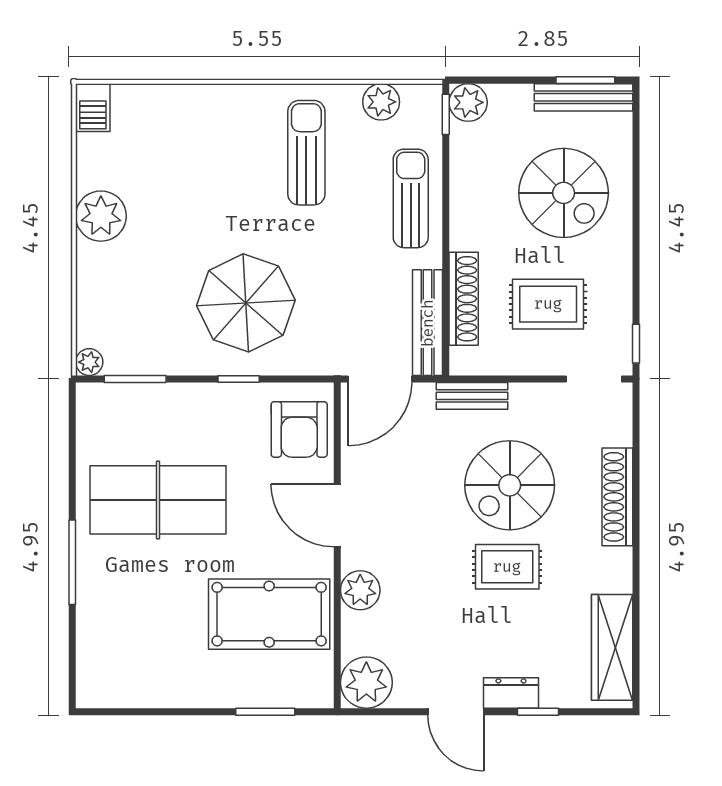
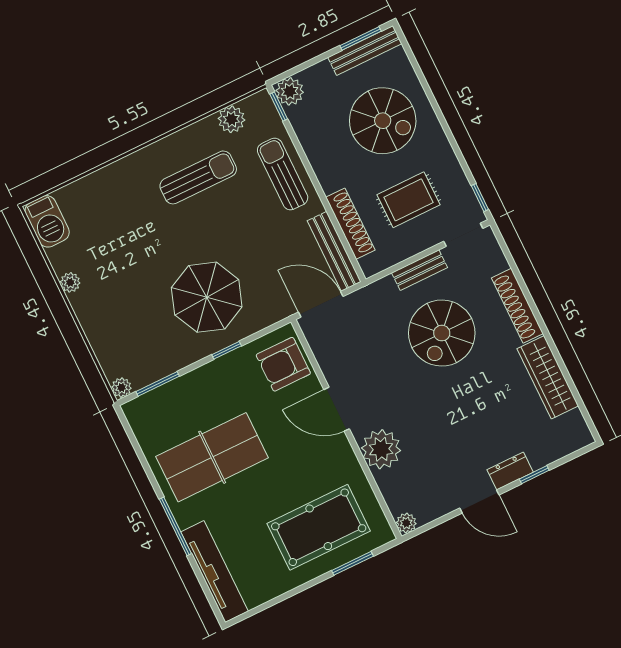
barbecue: (93, 108) -> (47, 221), width x1.38, depth x1.27
sun lounger: (306, 153) -> (198, 177), turned 90
plant: (101, 216) -> (70, 282), width x0.53, depth x0.53
door: (380, 379) -> (321, 304), swing flipped
bench: (472, 396) -> (420, 270), moved
armchair: (299, 429) -> (283, 364), turned 90
rug: (507, 567) -> (467, 388), removed
plant: (360, 590) -> (381, 449), width x1.36, depth x1.36
pool table: (269, 614) -> (319, 527), moved
tv unit: (93, 640) -> (215, 572), added
wardrobe: (612, 647) -> (548, 377), moved
plant: (366, 683) -> (406, 523), width x0.53, depth x0.53

